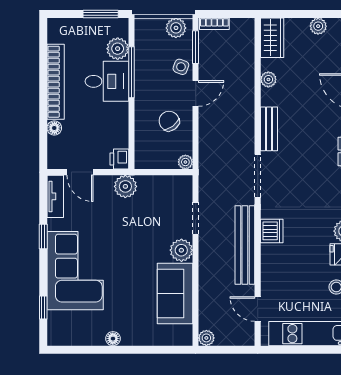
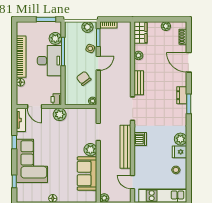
desk: (107, 81) -> (49, 61), width x1.37

